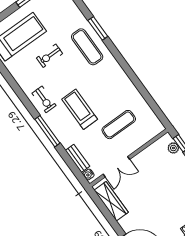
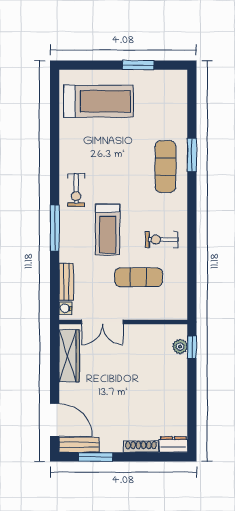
exercise bike: (50, 56) -> (162, 240), moved
treadmill: (80, 109) -> (108, 229), turned 180

